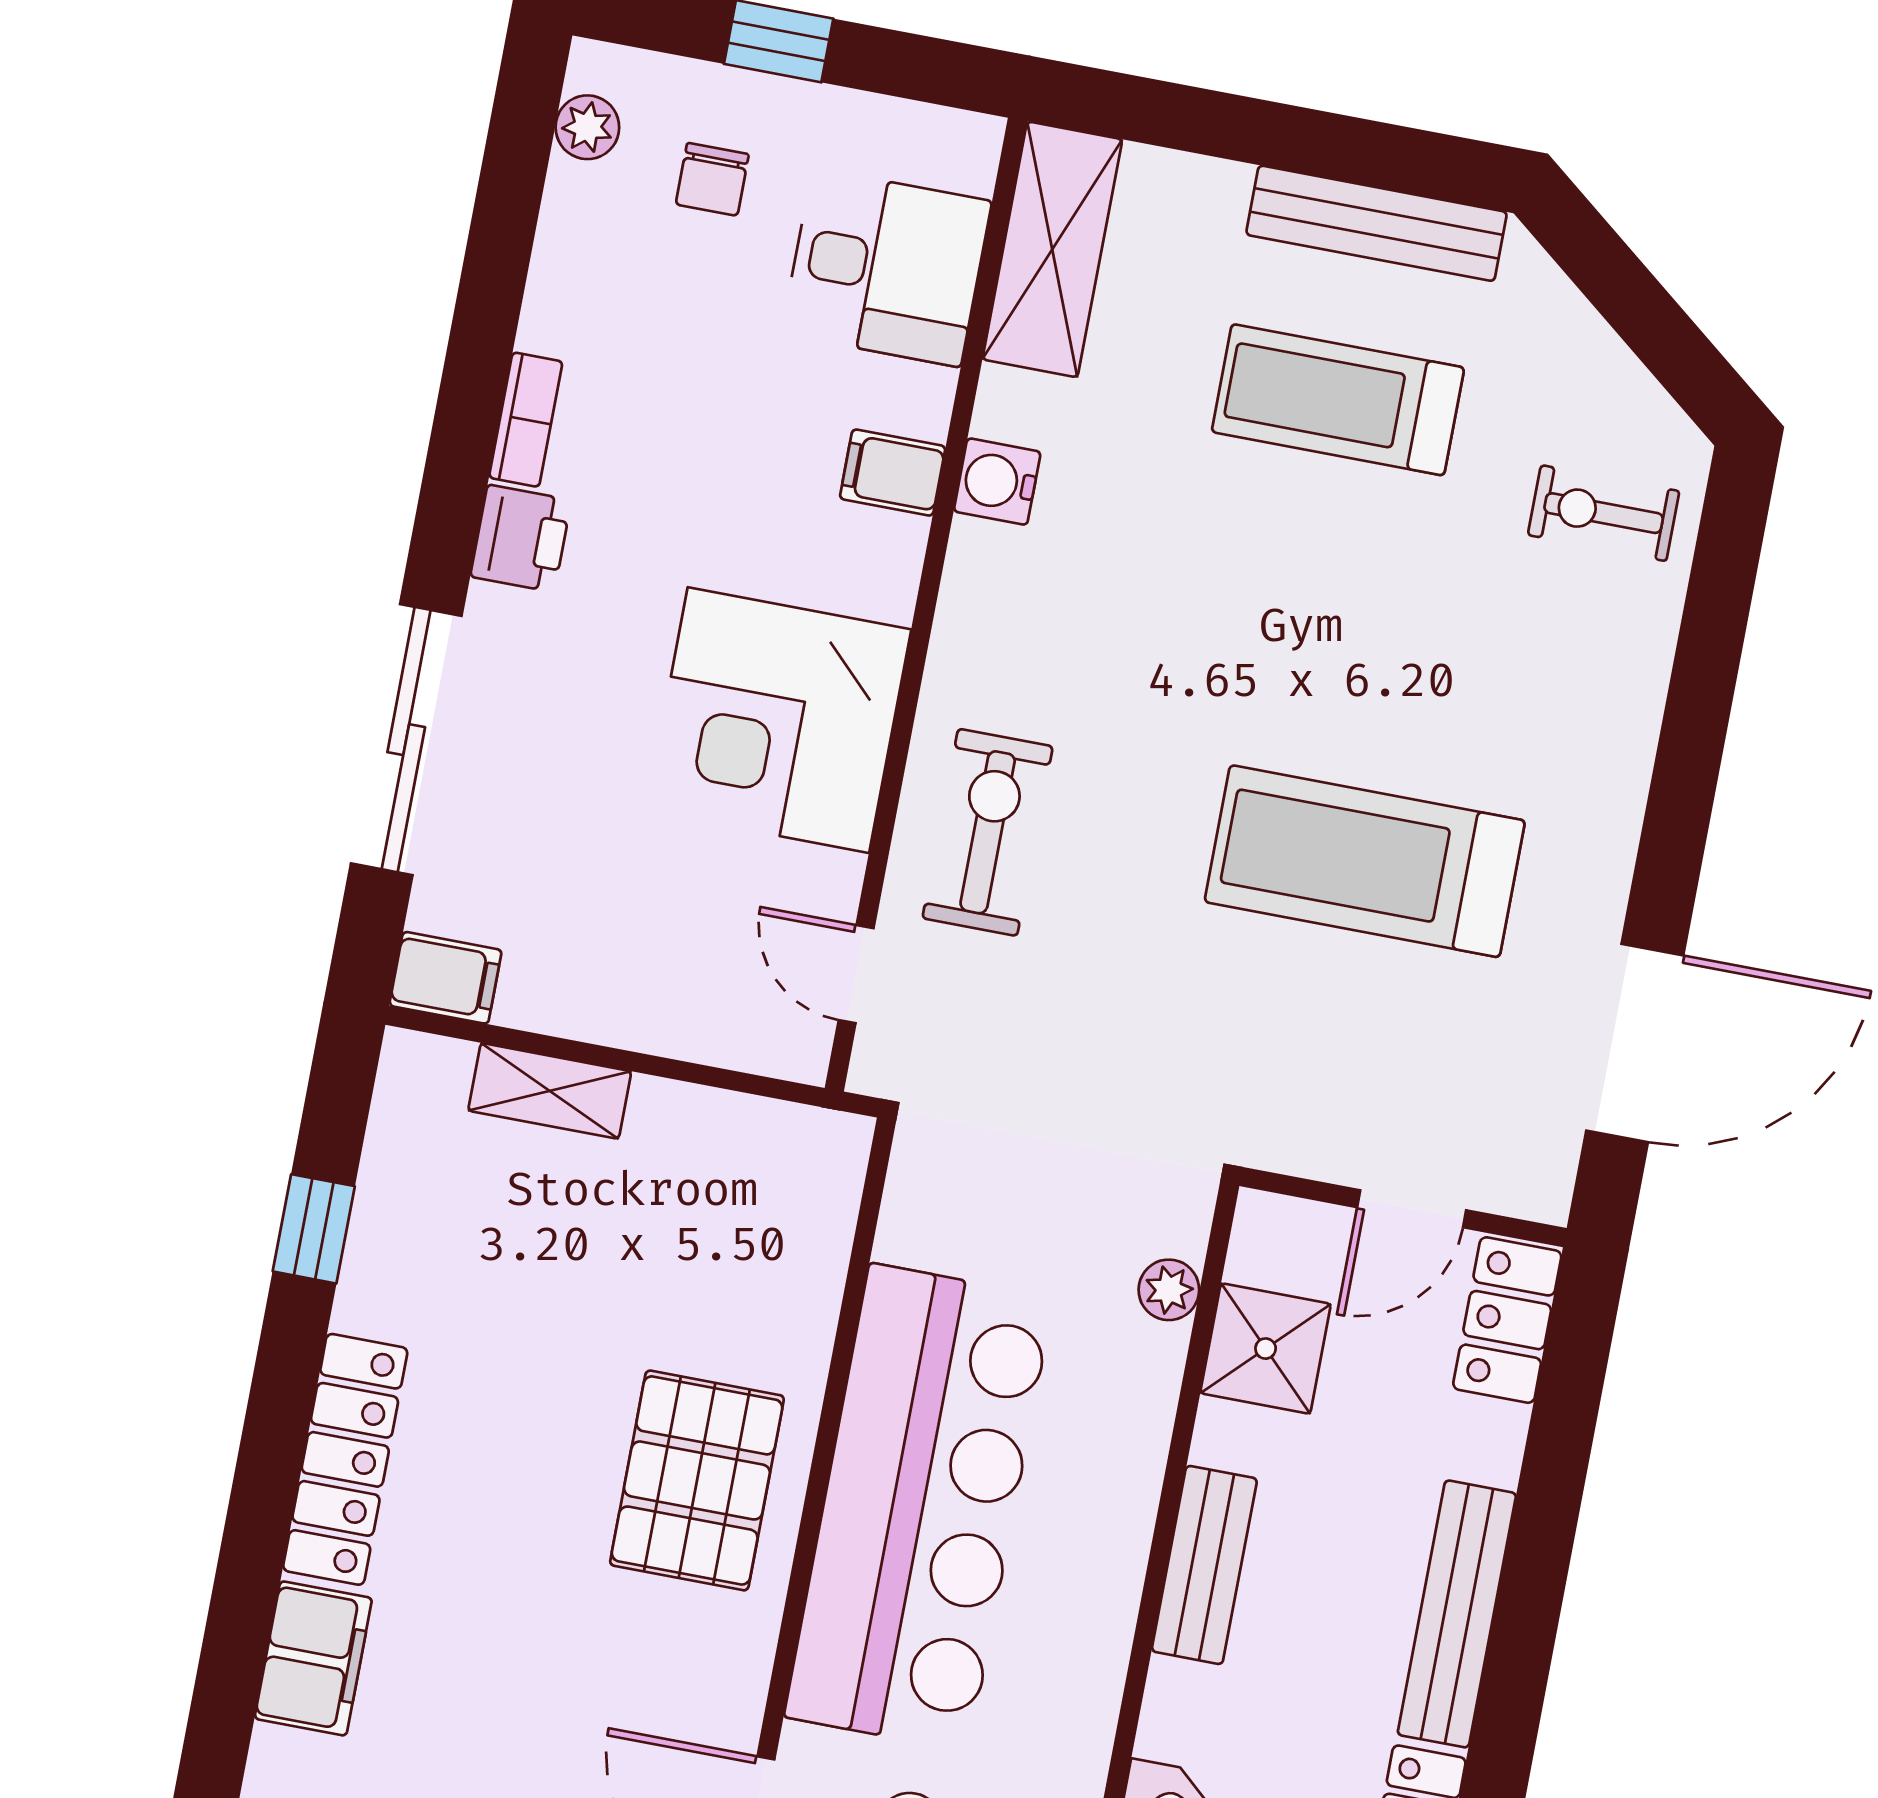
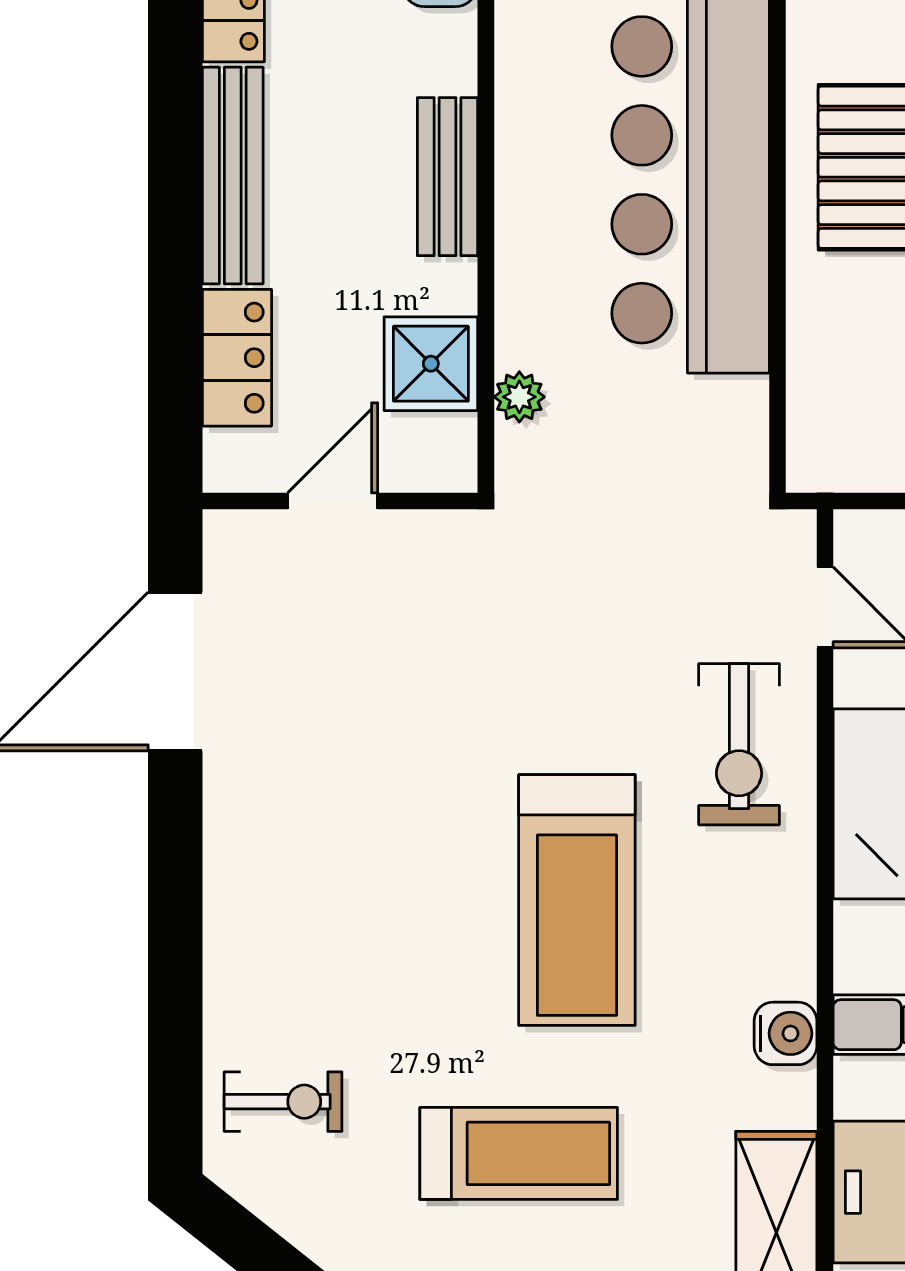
treadmill: (1365, 861) -> (577, 900), moved, turned 90
locker: (1507, 1320) -> (237, 358), moved

